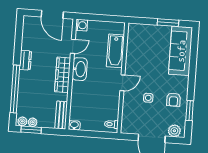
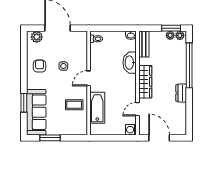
coffee table: (140, 56) -> (74, 105), added
washbasin: (80, 69) -> (130, 63), moved
window: (190, 111) -> (24, 103), moved

